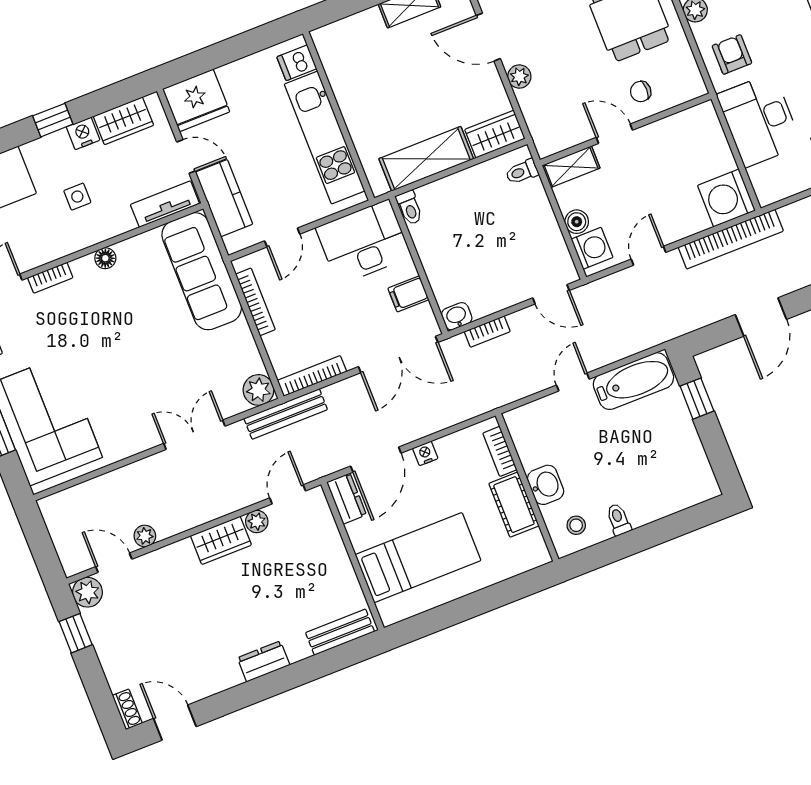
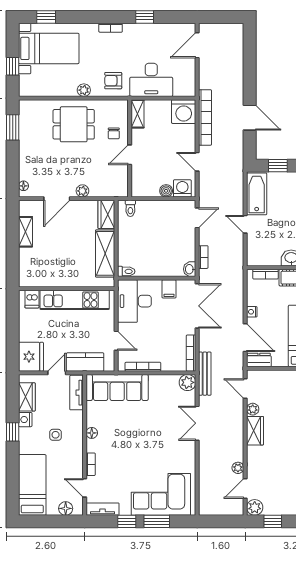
shelving: (571, 167) -> (138, 114), moved

